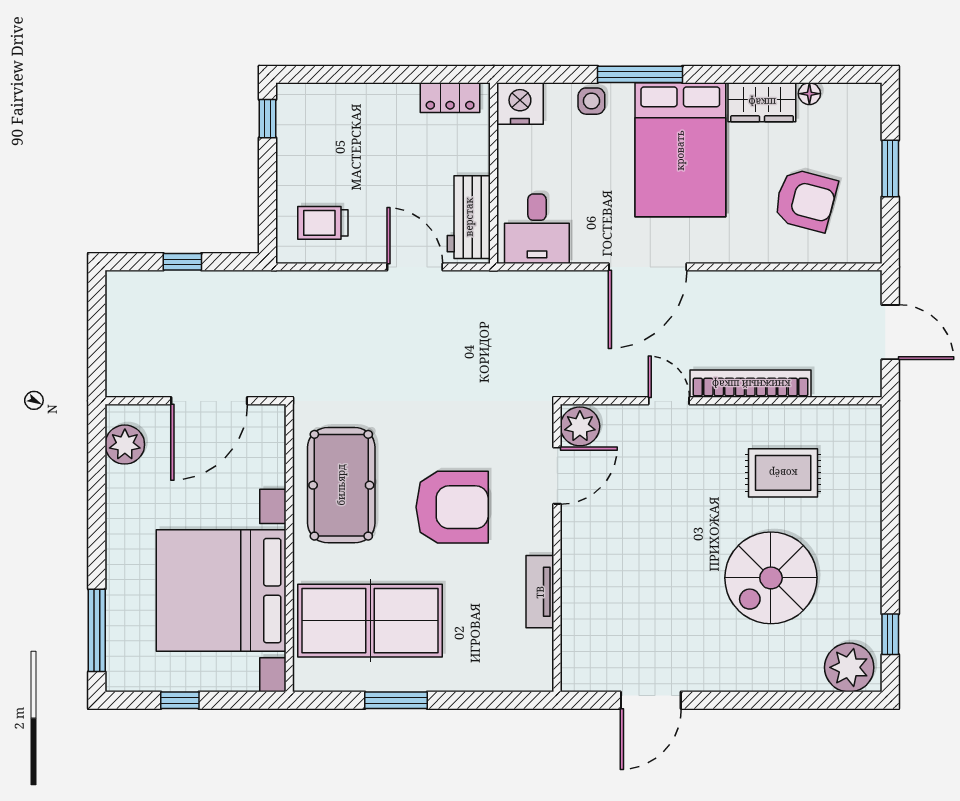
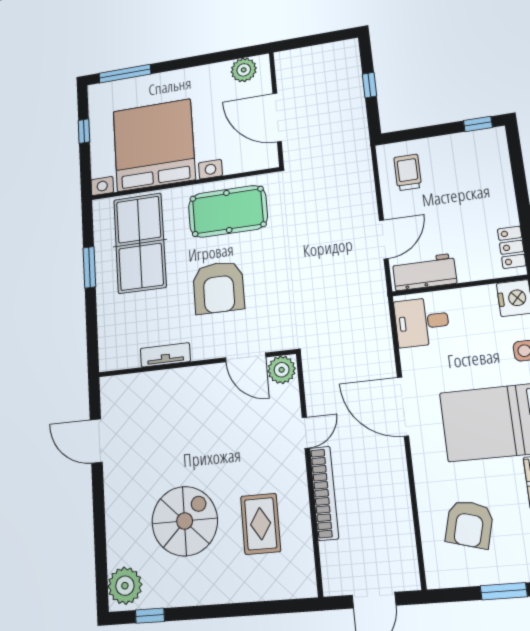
spiral stairs: (771, 578) -> (185, 521), turned 90

